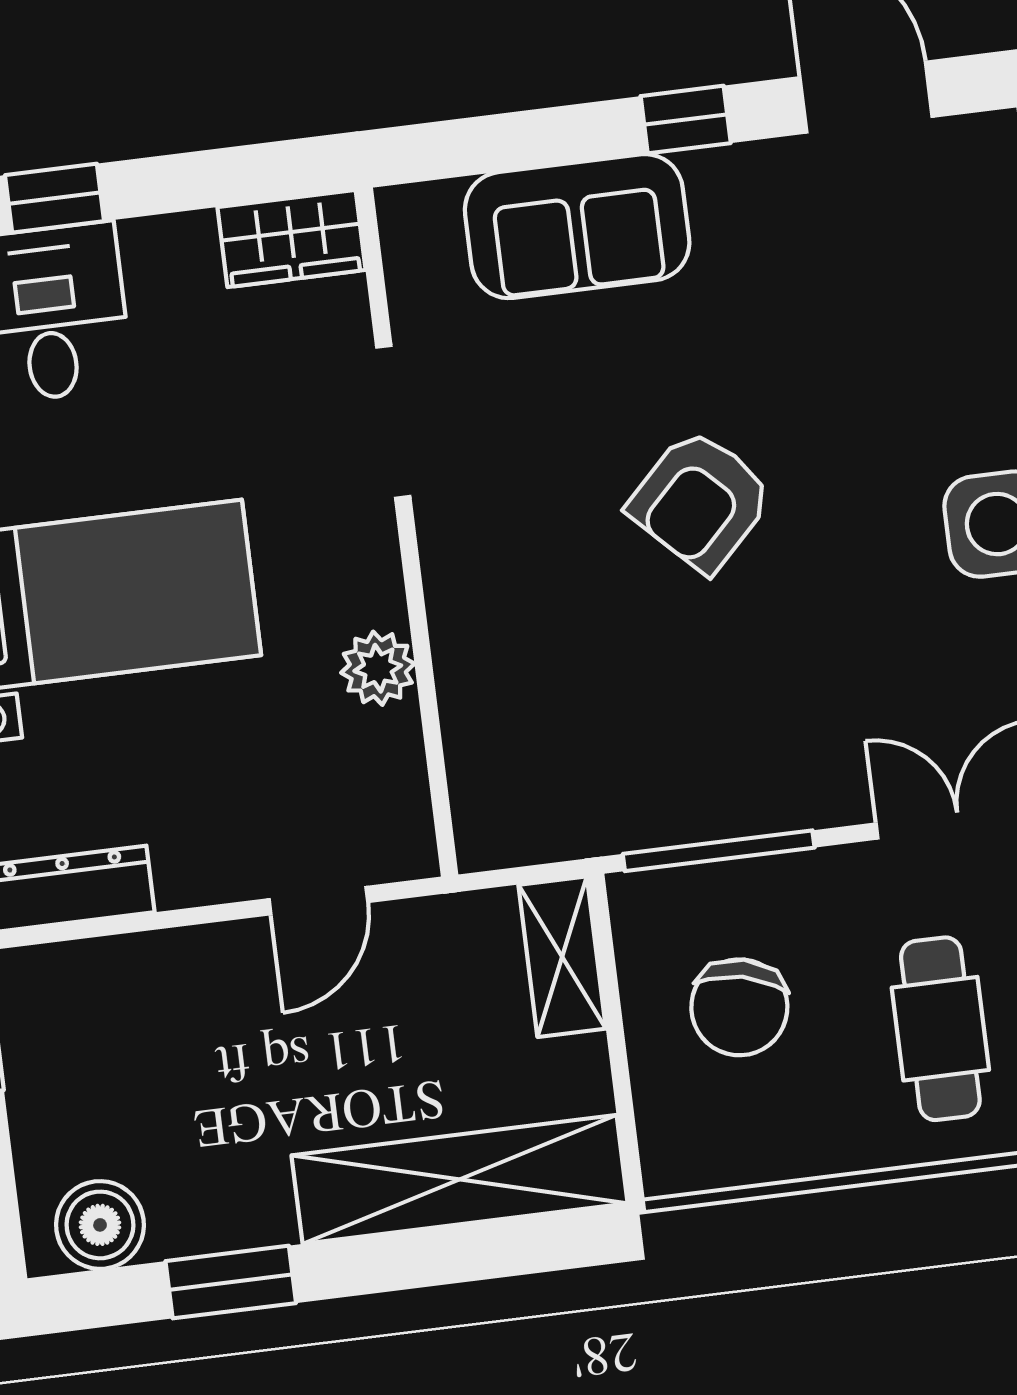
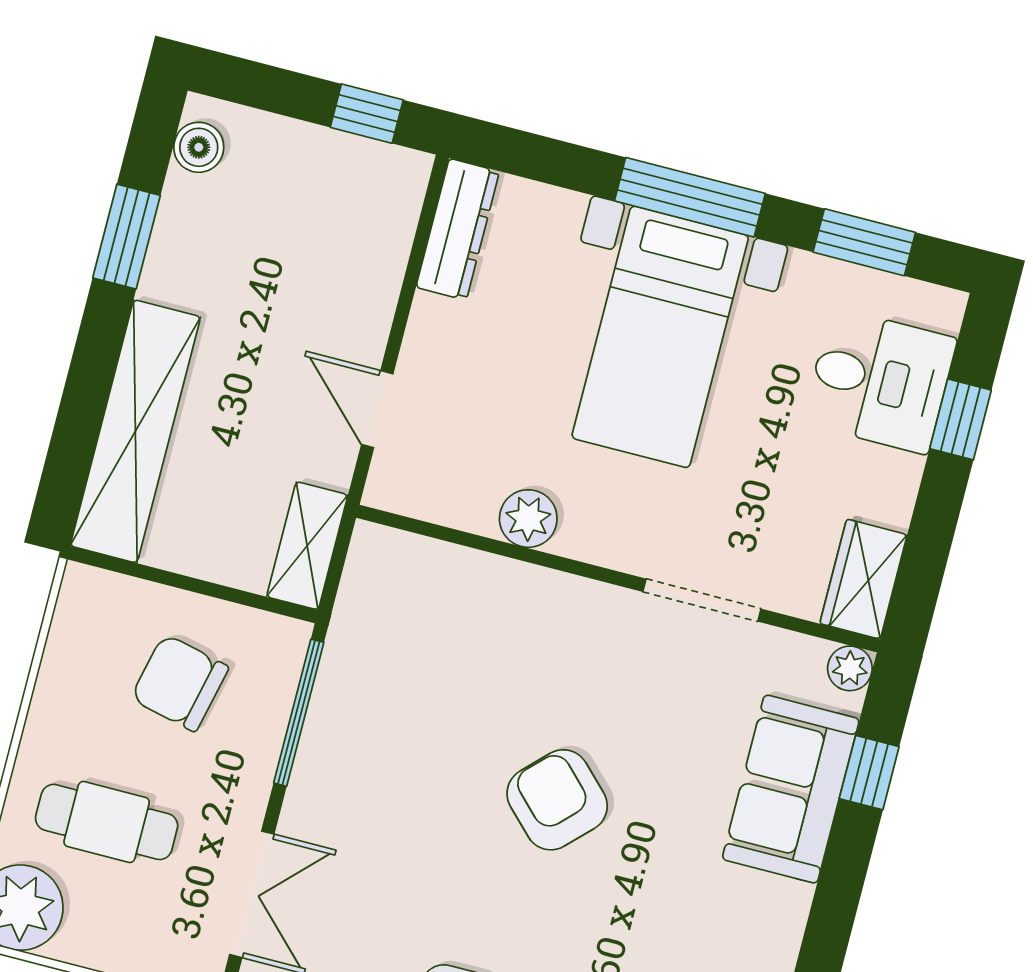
window: (686, 120) -> (869, 773), moved
plant: (405, 213) -> (850, 668), added
shelving: (562, 957) -> (307, 546), moved, turned 90
boiler: (100, 1225) -> (199, 147), width x0.73, depth x0.73

